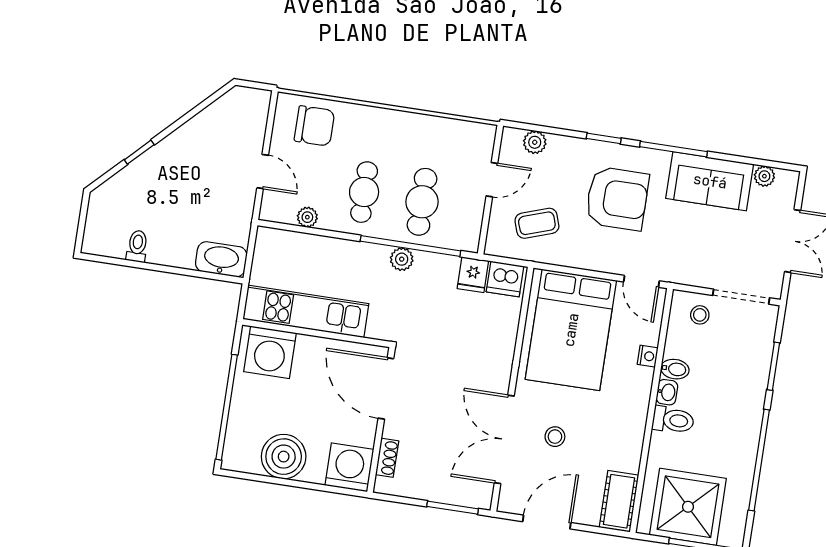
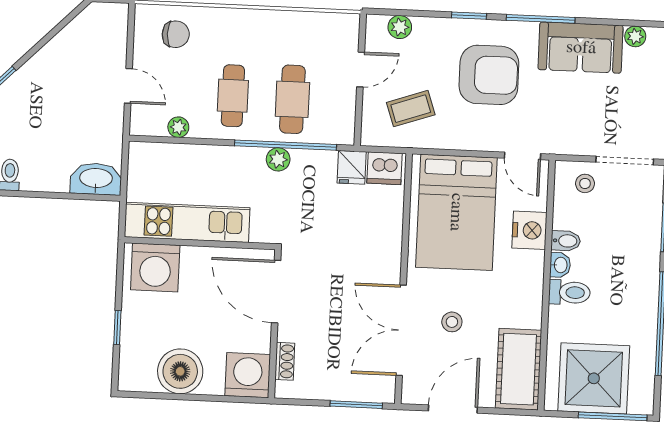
chair: (314, 126) -> (176, 34), width x0.73, depth x0.73
nightstand: (648, 356) -> (529, 230), width x1.89, depth x1.79
window: (227, 407) -> (117, 328), width x0.32
cot: (619, 501) -> (519, 369), width x1.37, depth x1.34

